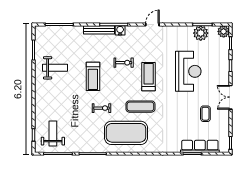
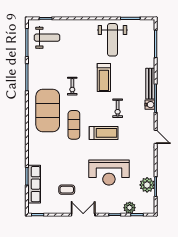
plant: (224, 31) -> (130, 208), moved
weight bench: (55, 68) -> (112, 40), width x1.36, depth x1.33
treadmill: (93, 76) -> (104, 78), turned -90

